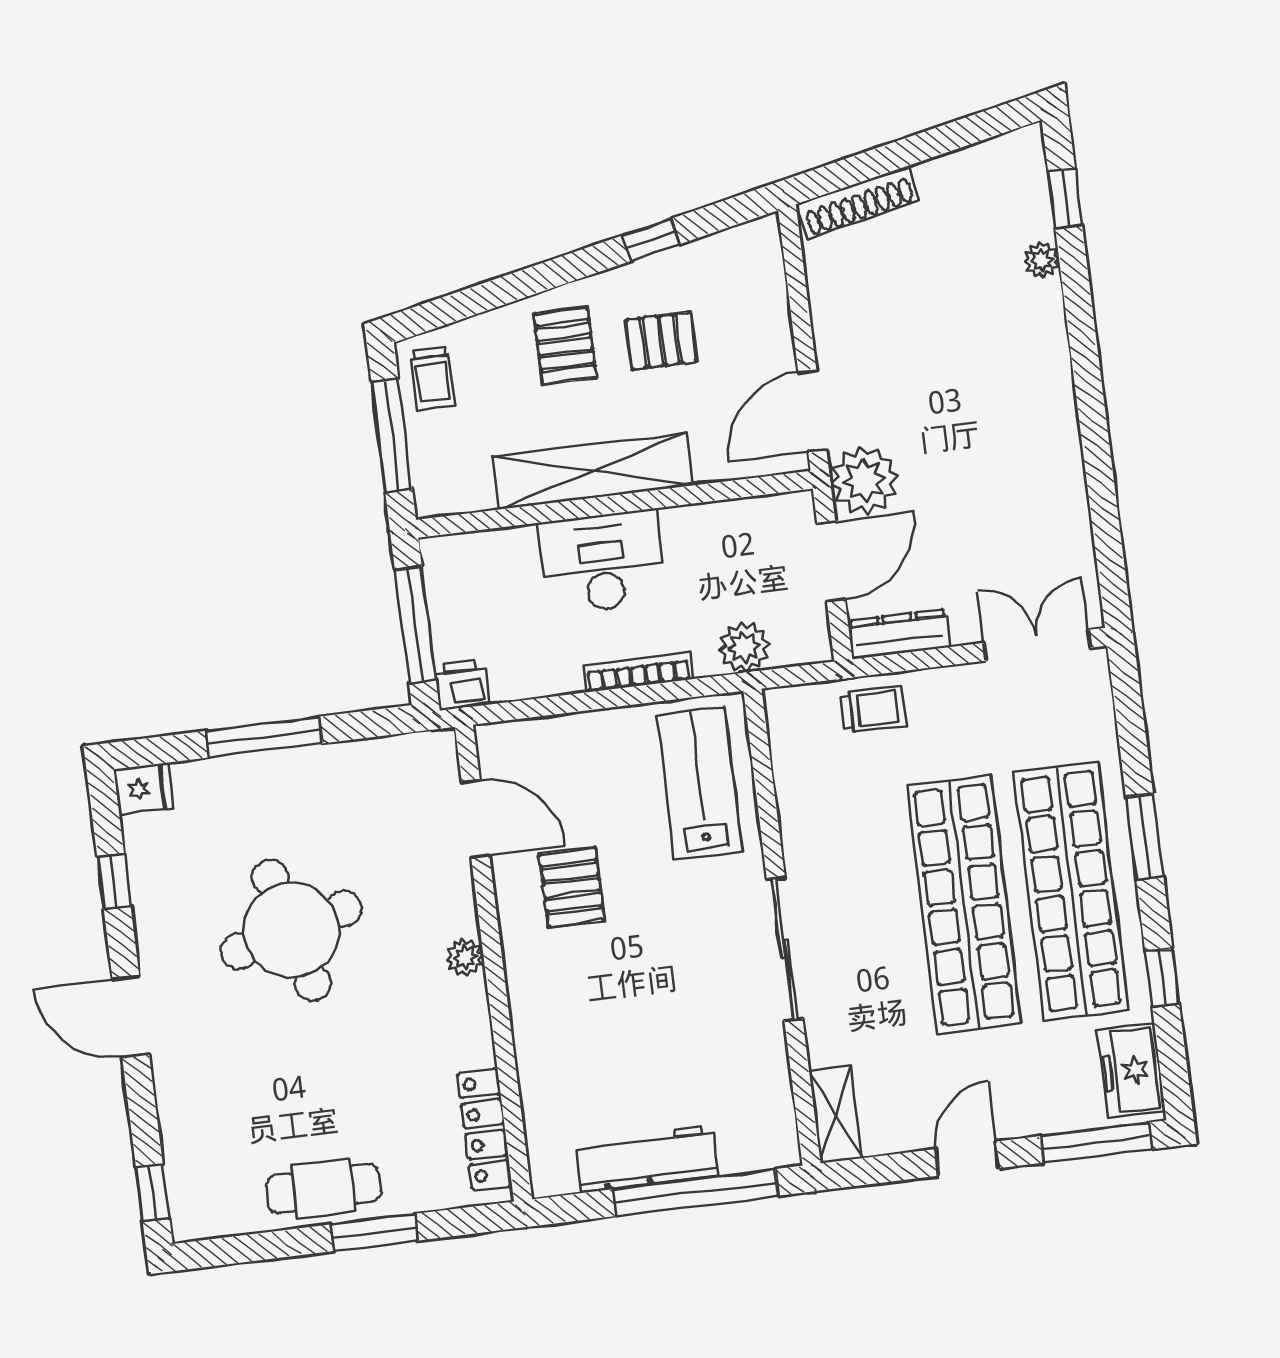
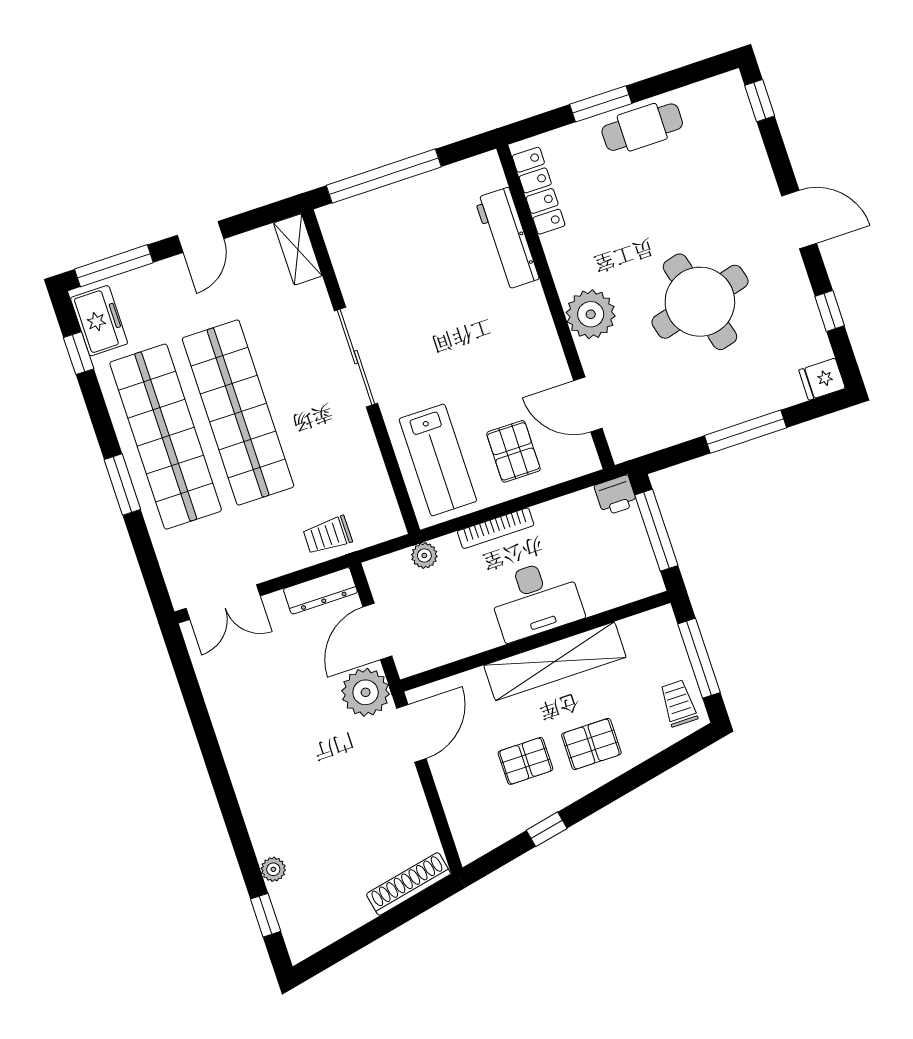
pallet: (565, 346) -> (591, 744), turned 90
plant: (744, 647) -> (424, 556), width x0.73, depth x0.73
pallet: (572, 887) -> (513, 451), moved
plant: (465, 957) -> (591, 314), width x1.87, depth x1.87
window: (1162, 977) -> (79, 353), moved
workbench: (647, 1159) -> (507, 239), moved, turned 90

